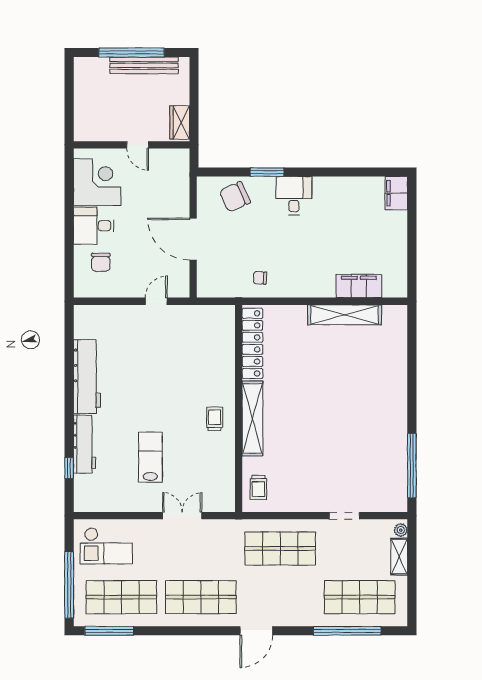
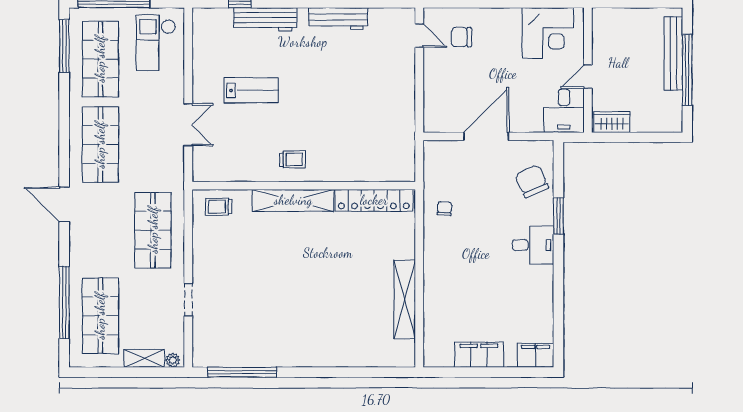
bench: (144, 65) -> (673, 54), moved
desk: (94, 226) -> (564, 111), moved, turned 180
filing cabinet: (359, 286) -> (479, 355), moved, turned -90
door: (156, 301) -> (419, 35), moved
workbench: (87, 377) -> (338, 19), width x0.73, depth x0.76

